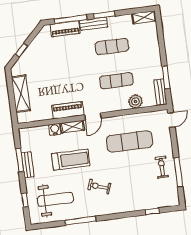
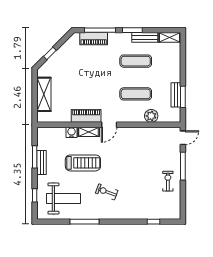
bench: (94, 24) -> (145, 37), moved
bench: (160, 92) -> (176, 95), moved
exercise mat: (130, 141) -> (141, 153), removed
window: (178, 172) -> (183, 166), moved

